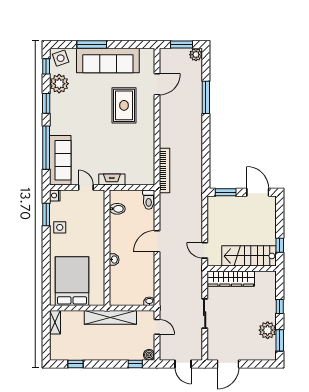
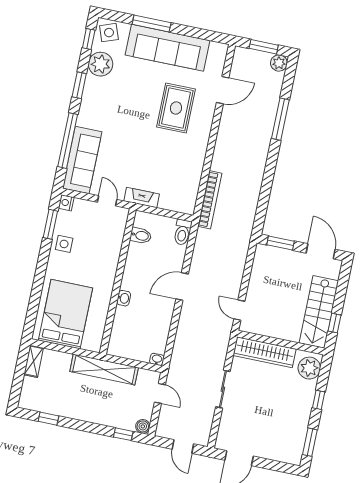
stairs: (249, 256) -> (319, 312), moved, turned -90
plant: (268, 330) -> (309, 368), moved

